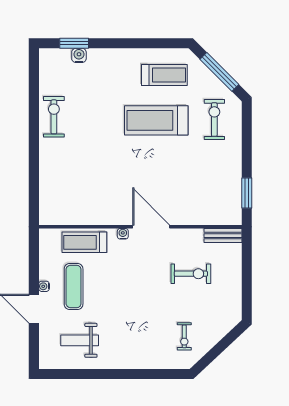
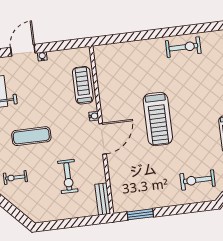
treadmill: (156, 120) -> (158, 119), moved, turned 180
exercise bike: (214, 120) -> (198, 180), turned 180
exercise mat: (74, 286) -> (31, 136), moved

